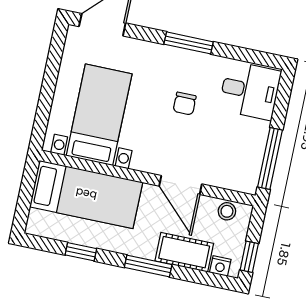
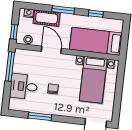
window: (189, 43) -> (40, 116), moved
desk: (250, 90) -> (24, 86), moved
window: (249, 257) -> (14, 32), moved

